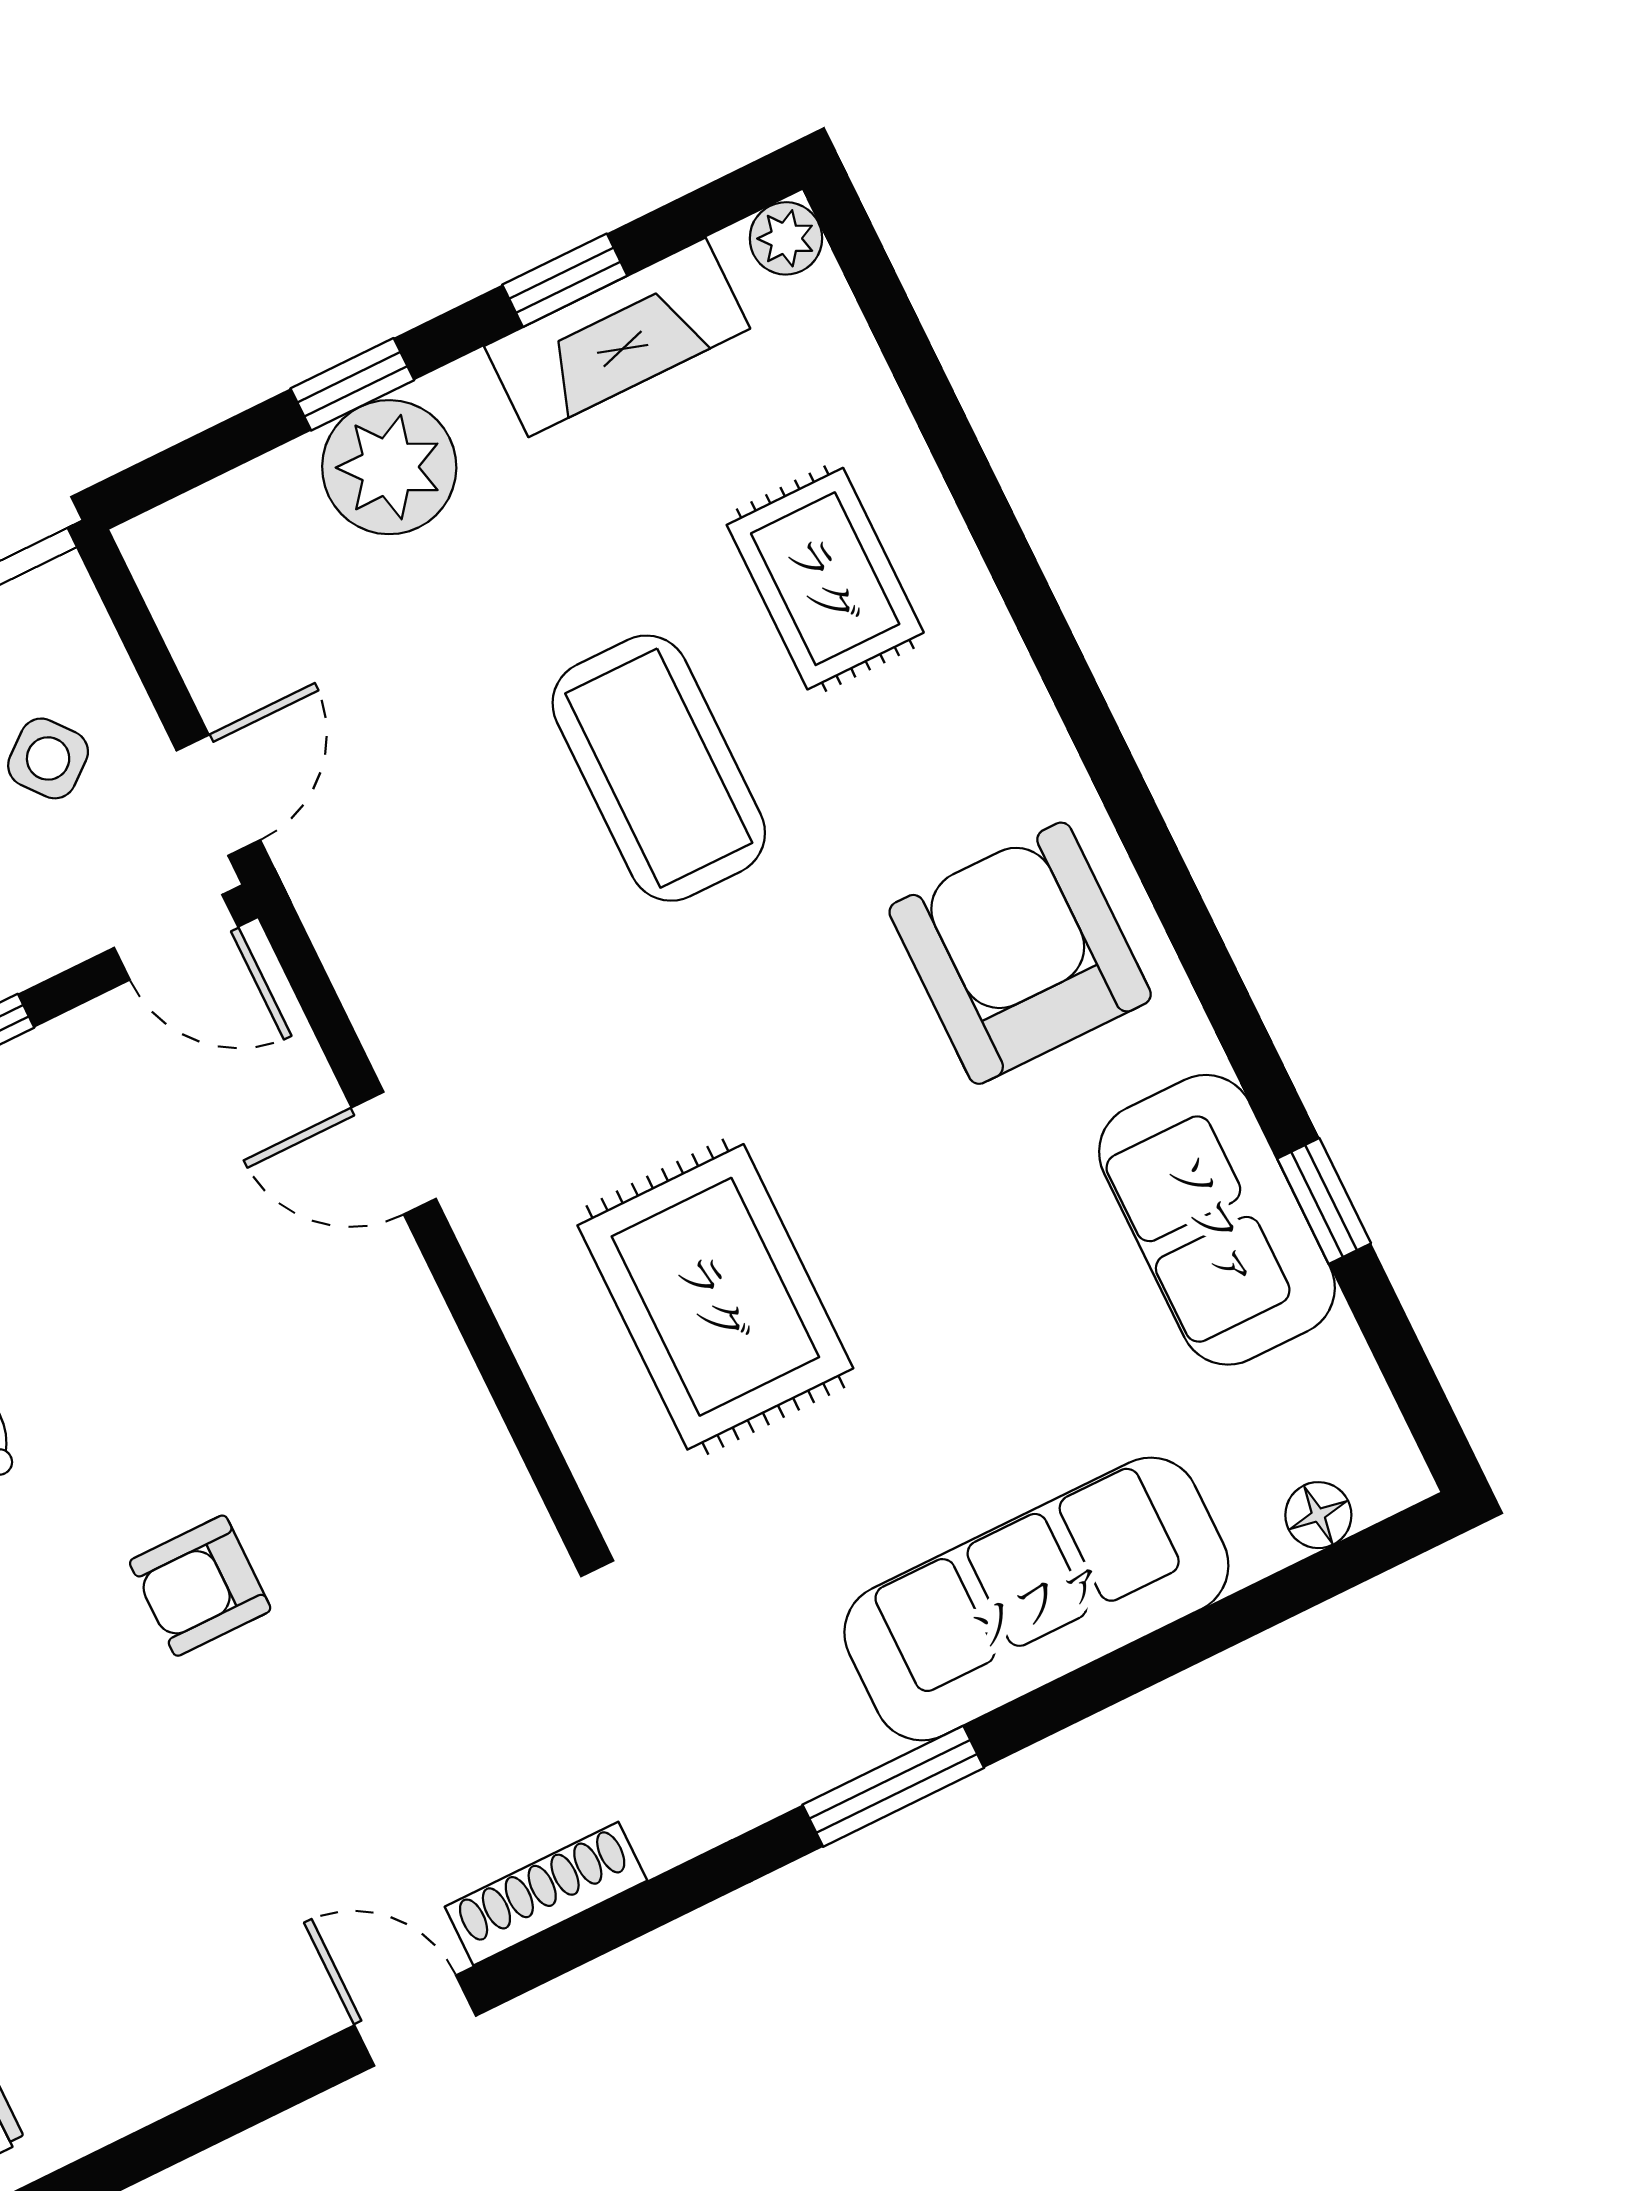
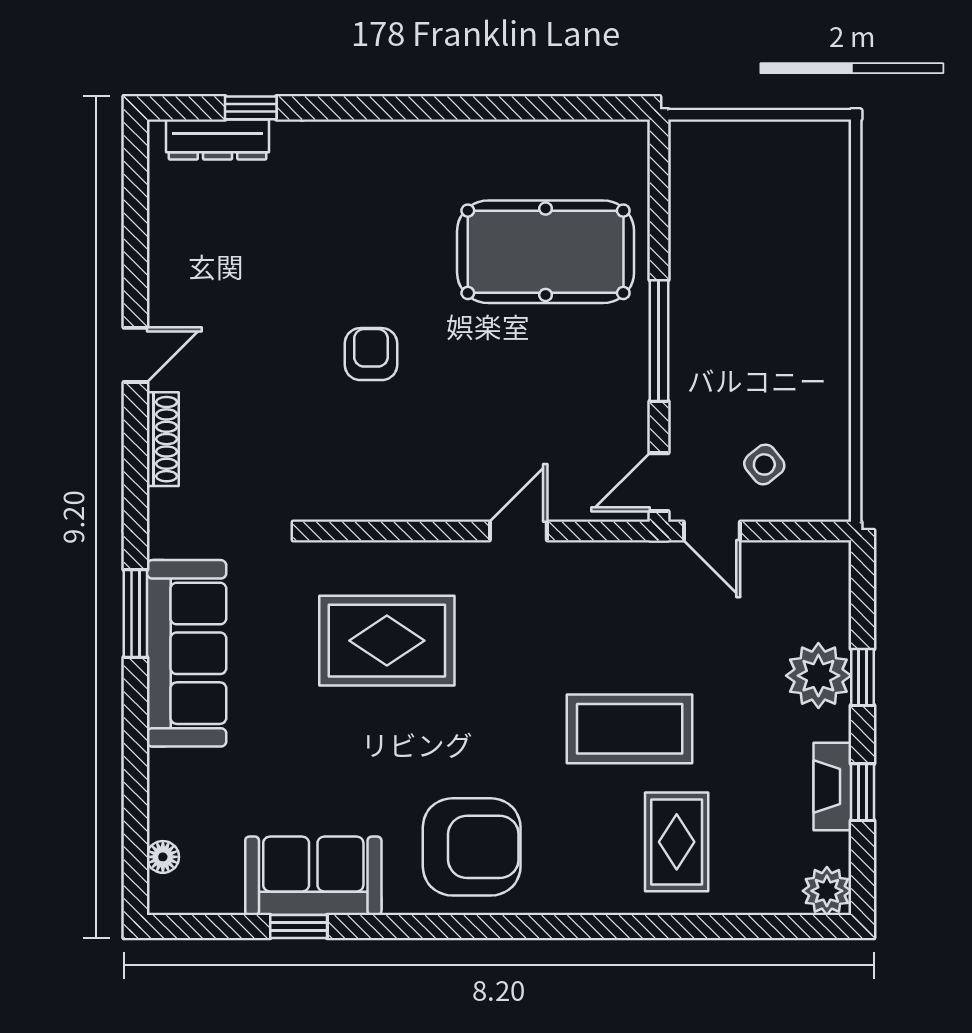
plant: (786, 238) -> (827, 891), width x1.38, depth x1.38
fireplace: (617, 337) -> (832, 787), width x0.73, depth x0.76
rug: (825, 579) -> (677, 842), turned 90
sofa: (1036, 1599) -> (186, 653), moved

